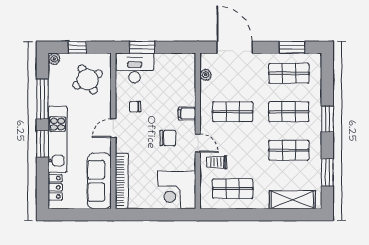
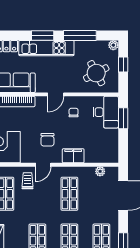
filing cabinet: (187, 114) -> (73, 156), width x2.00
door: (113, 128) -> (56, 94), swing flipped

